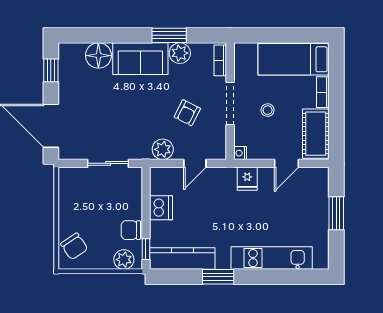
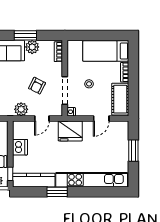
doorway: (230, 103) -> (65, 90), moved
fridge: (247, 179) -> (70, 131), width x1.88, depth x1.34
kitchen unit: (272, 258) -> (92, 180), width x1.36

